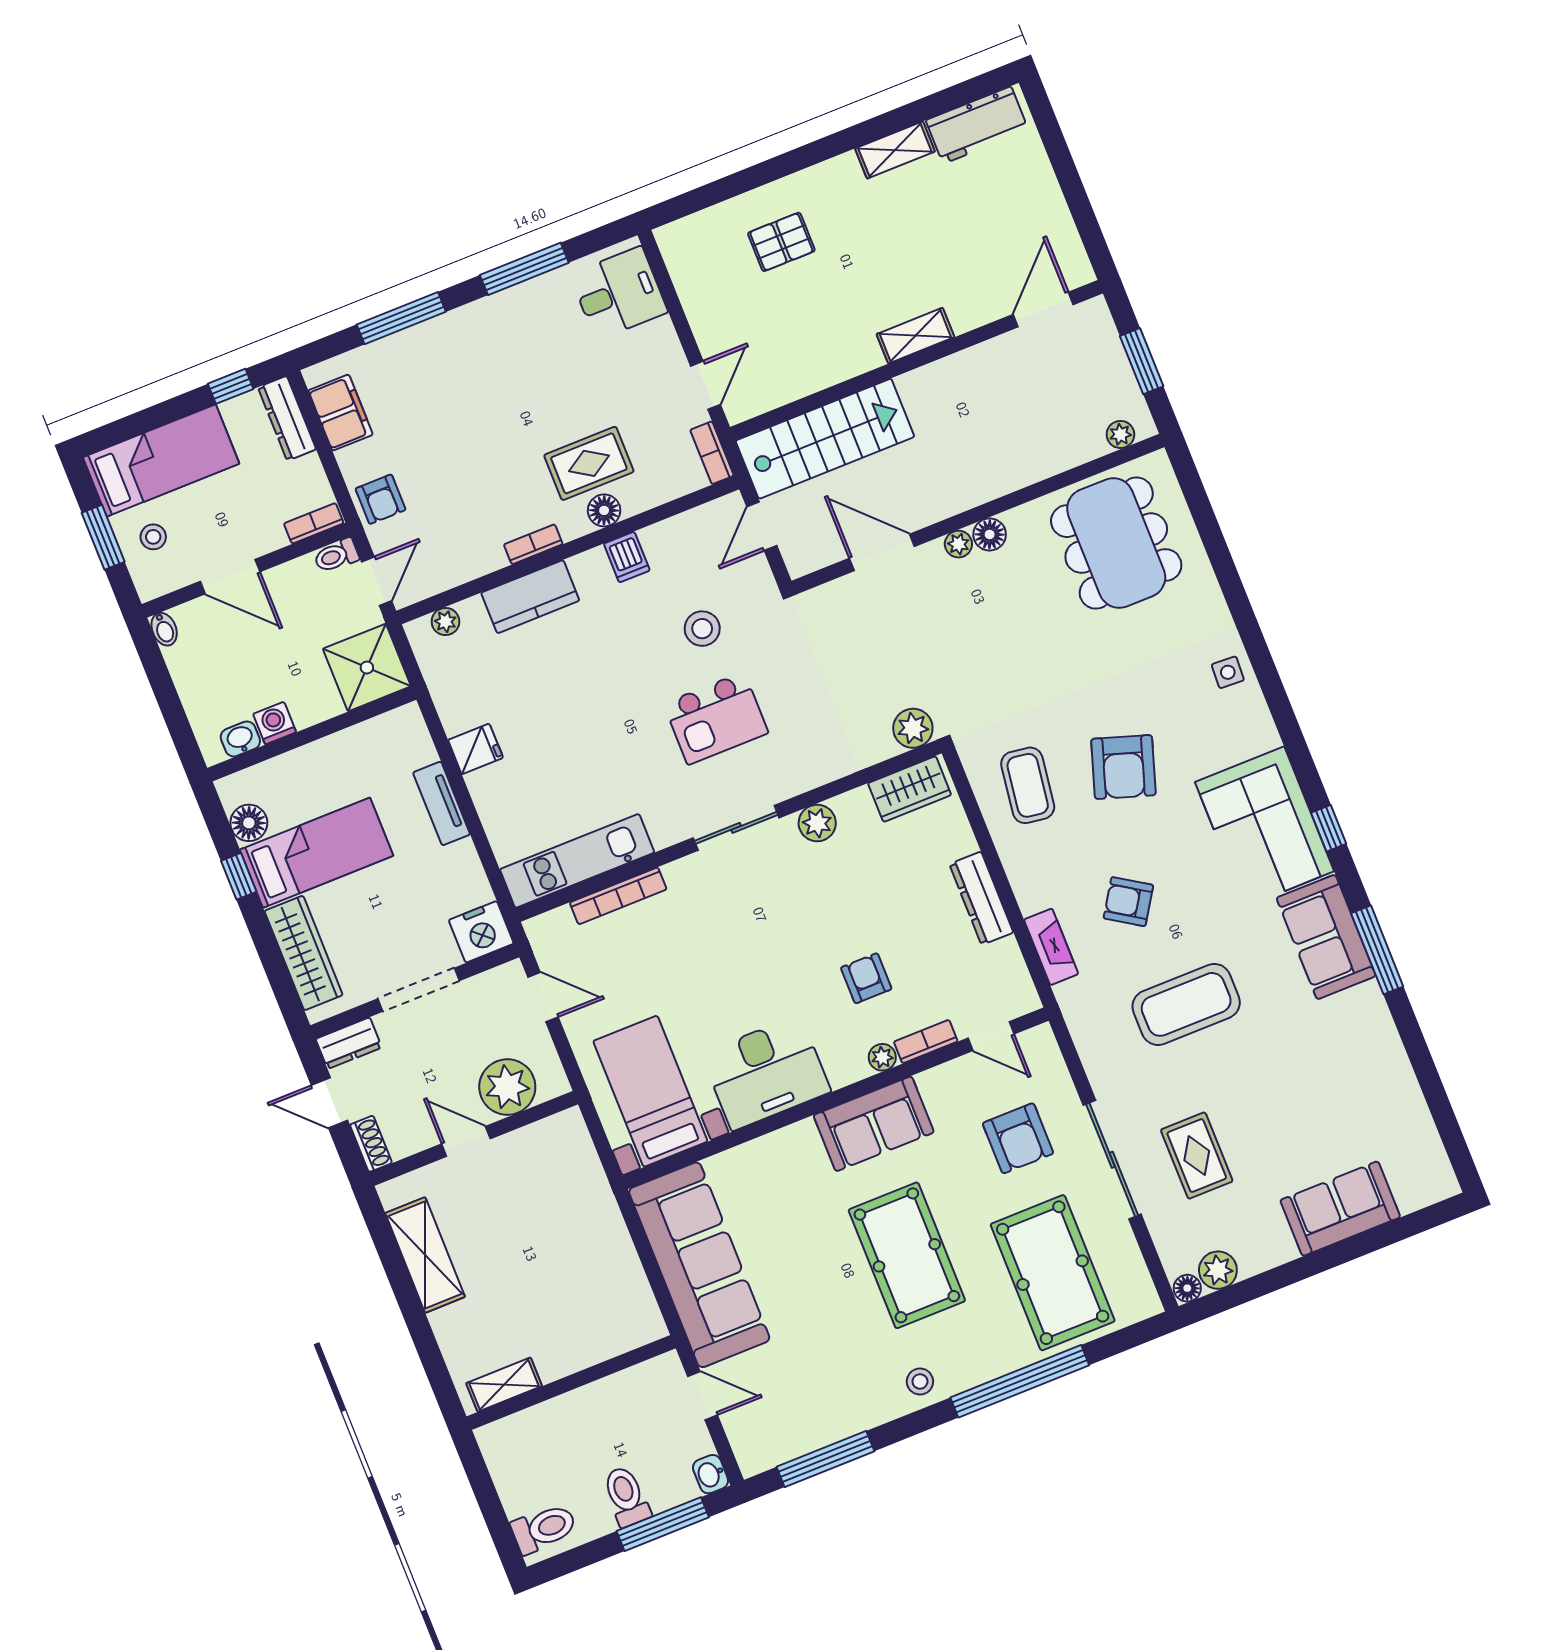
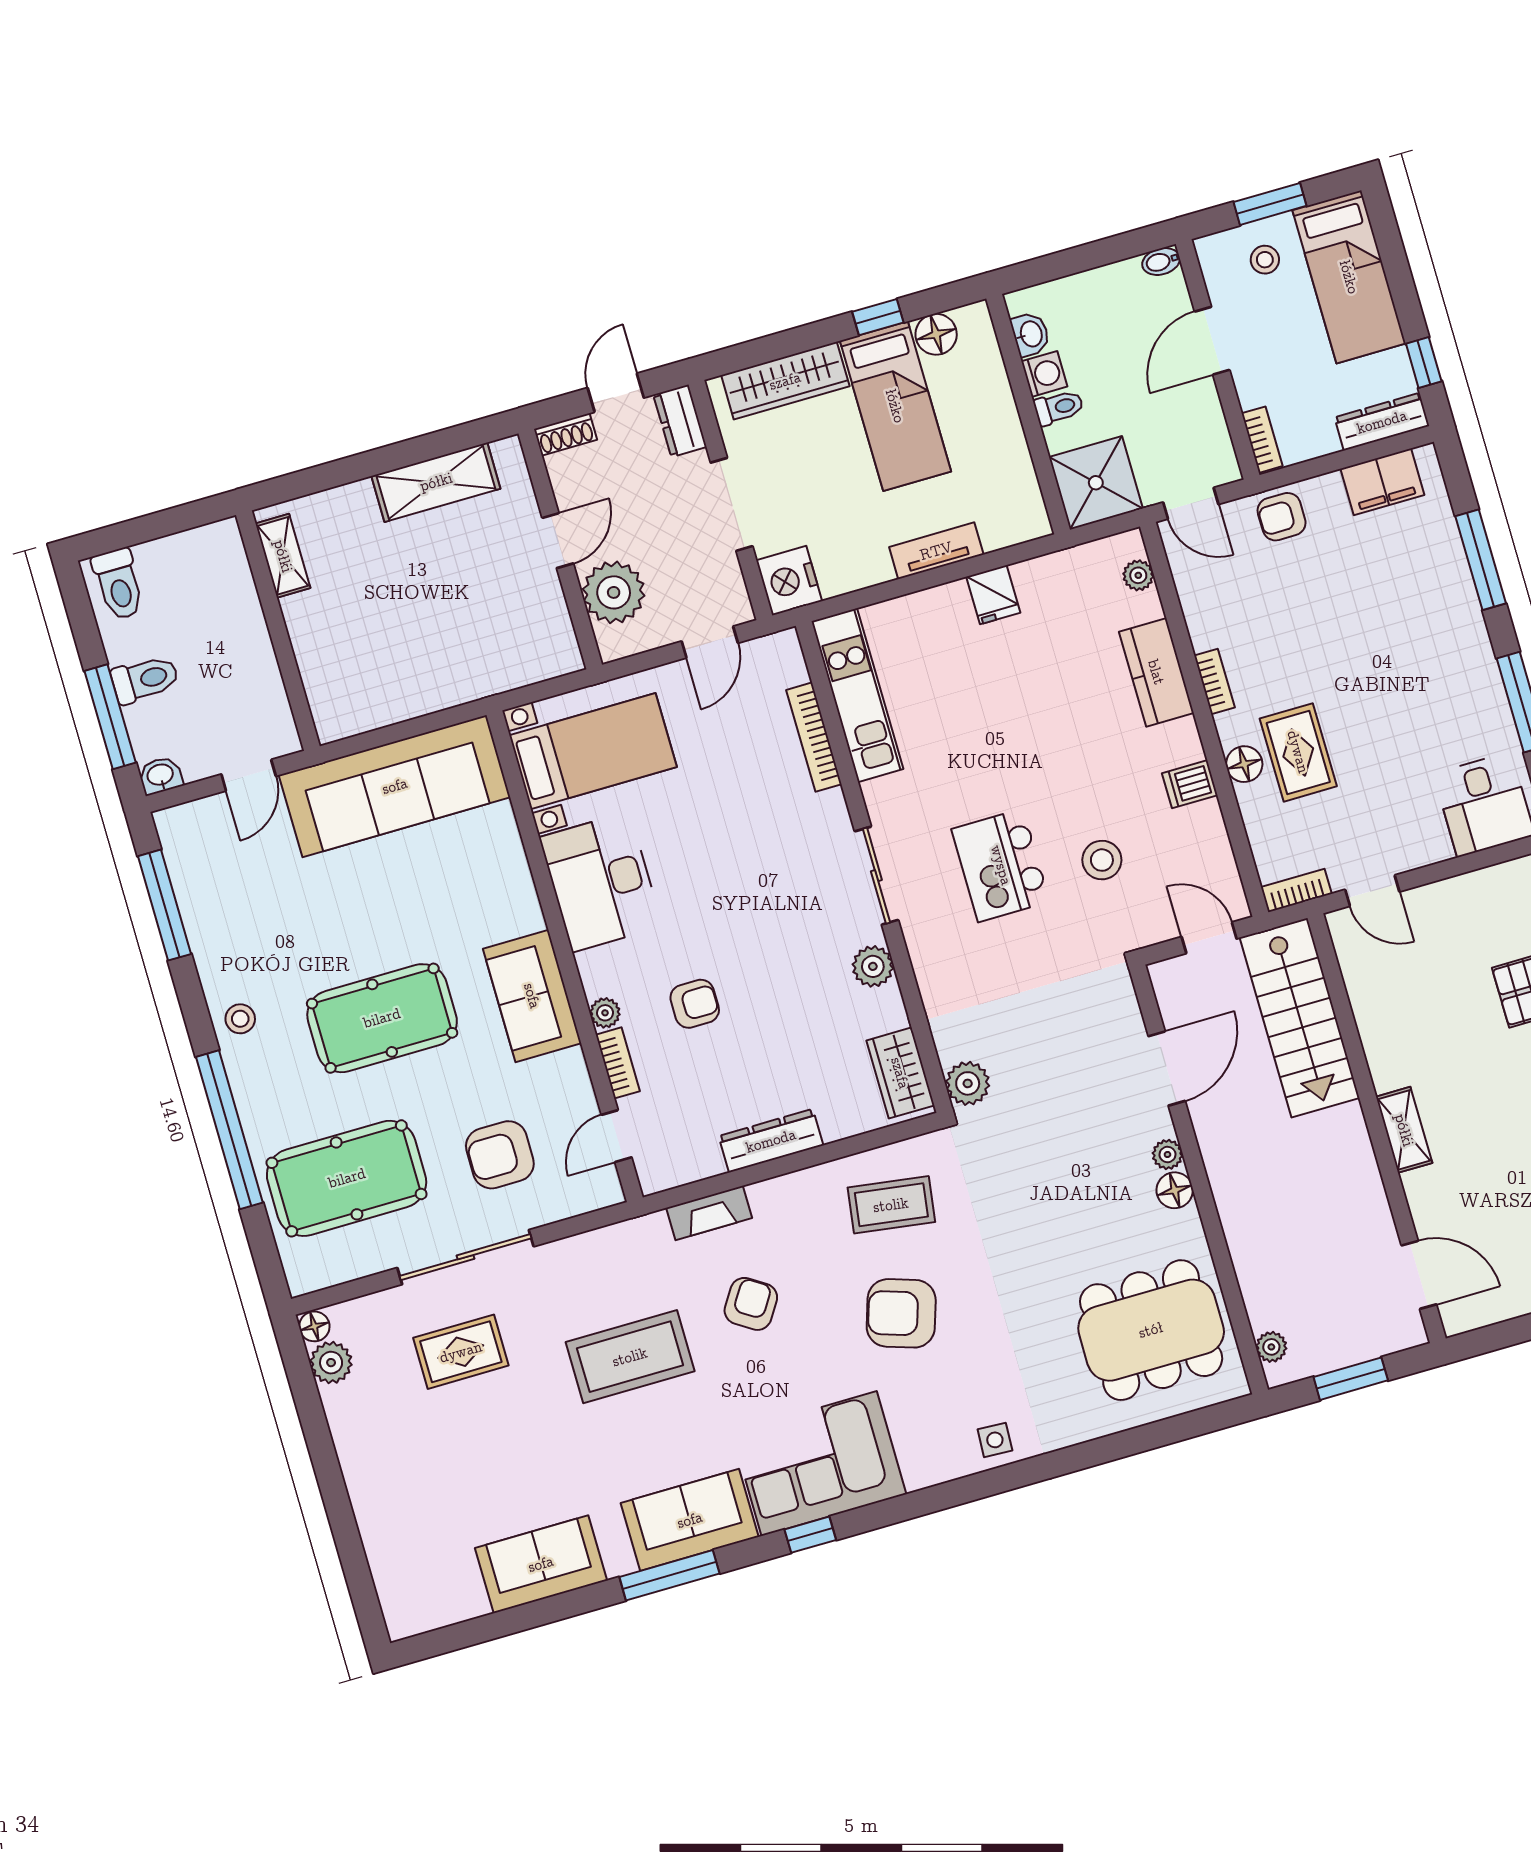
toilet: (336, 556) -> (1059, 407), moved, turned 90
coffee table: (1186, 1004) -> (630, 1357), turned 90
sofa: (1340, 1209) -> (541, 1564), moved, turned -90

